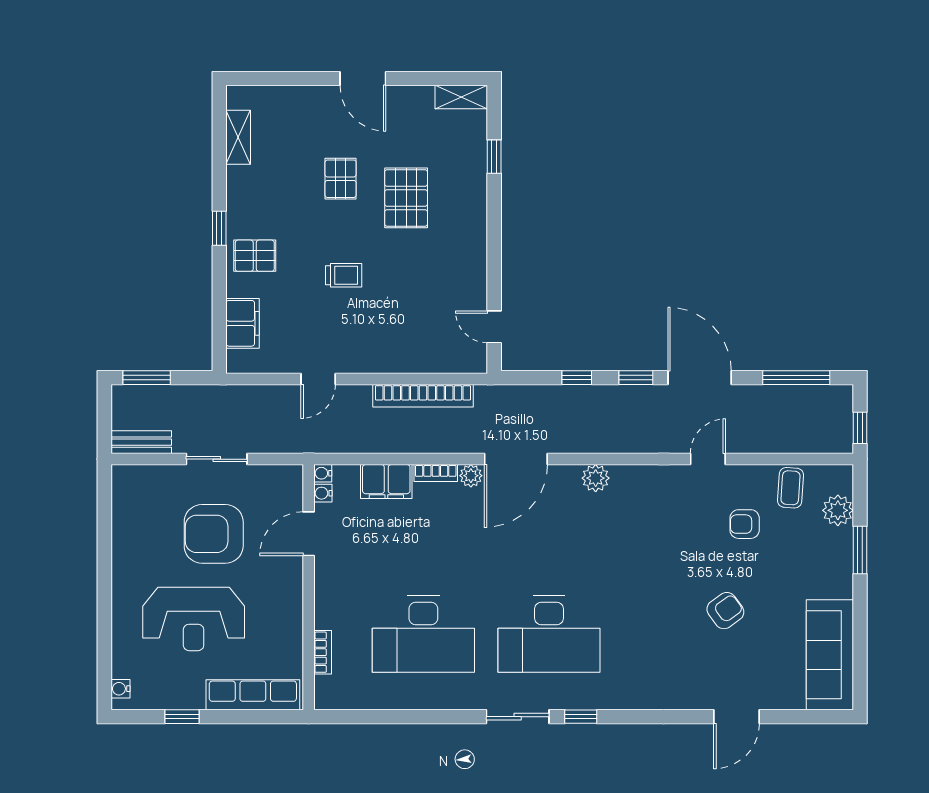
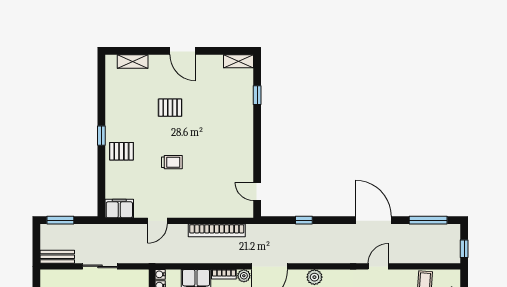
shelving: (238, 137) -> (133, 62), moved, turned 90
pallet: (341, 179) -> (170, 108), turned 90
pallet: (406, 198) -> (207, 118), removed
filing cabinet: (243, 323) -> (119, 208), moved, turned -90
window: (636, 378) -> (337, 220), removed

